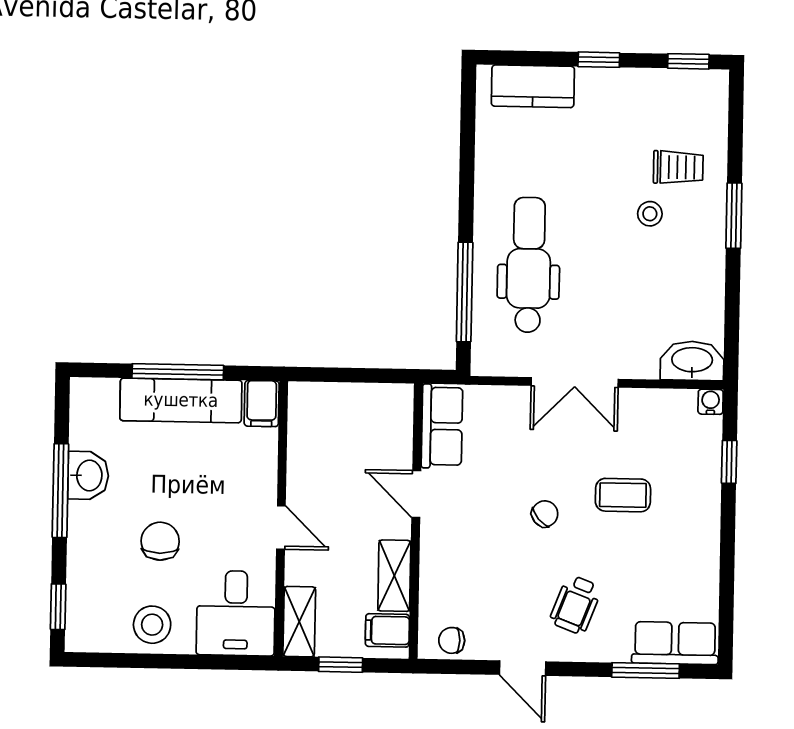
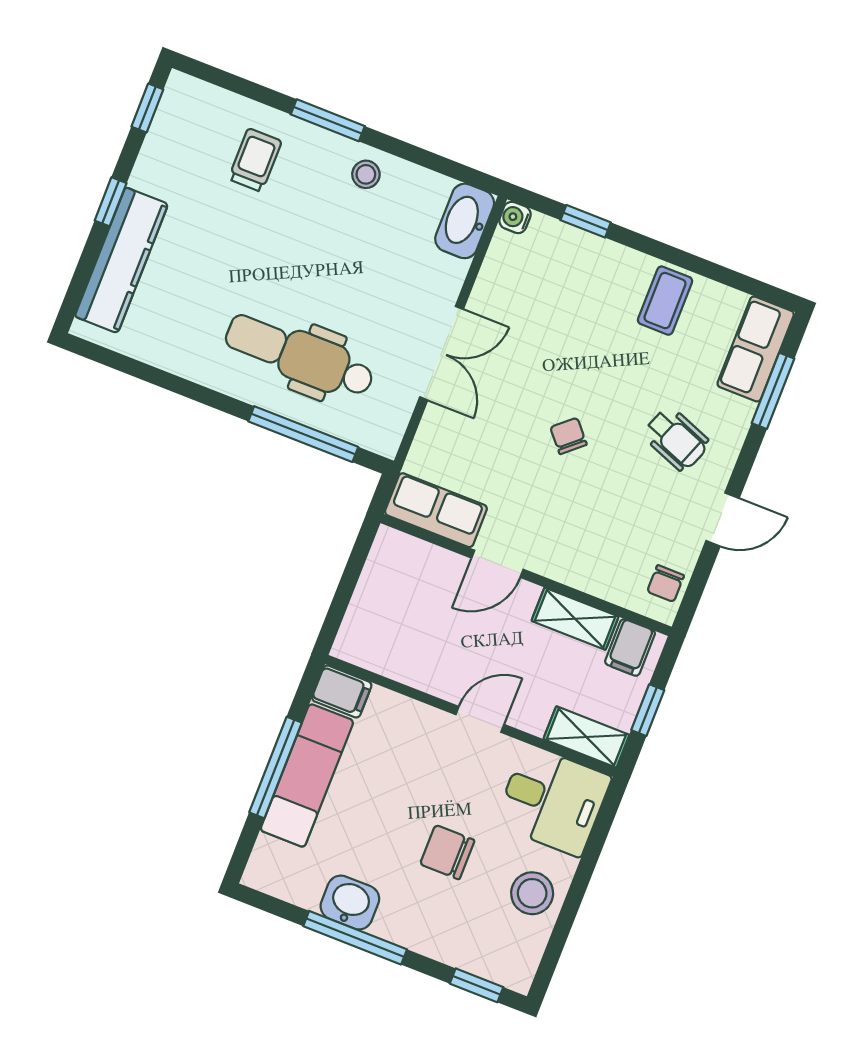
kitchen counter: (533, 86) -> (121, 260), width x1.50
stool: (650, 214) -> (366, 174), moved
coffee table: (623, 495) -> (665, 301), moved

